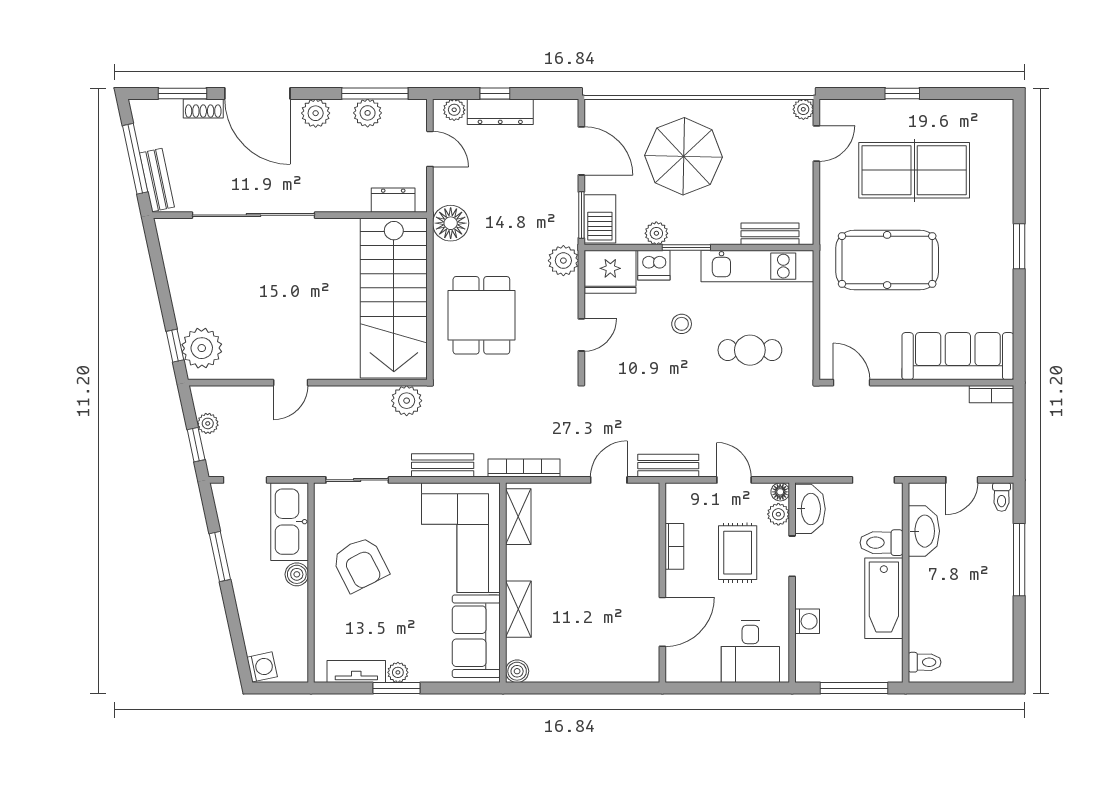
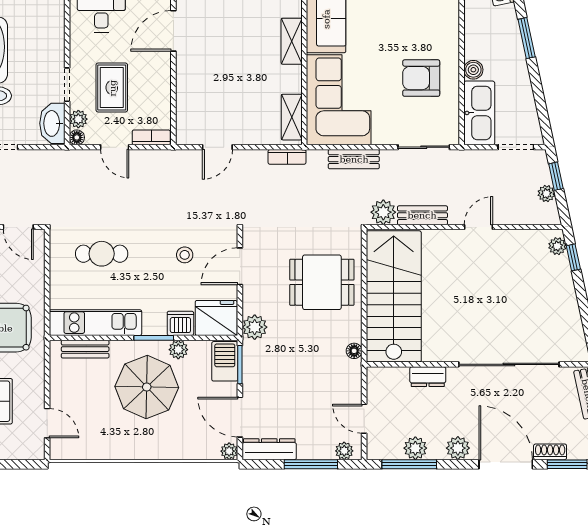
window: (495, 93) -> (311, 464), width x2.17
plant: (803, 109) -> (229, 451), moved
dresser: (500, 112) -> (269, 449), moved
door: (816, 144) -> (47, 423), swing flipped
parasol: (684, 156) -> (147, 387), moved
dresser: (393, 200) -> (428, 377), moved
floor lamp: (451, 223) -> (354, 351), width x0.53, depth x0.53
dining table: (481, 315) -> (322, 282), turned 90
stool: (682, 324) -> (185, 255), moved
door: (581, 335) -> (240, 266), width x1.38
plant: (202, 348) -> (557, 246), width x0.53, depth x0.53
bench: (668, 466) -> (422, 215), moved
bookcase: (524, 468) -> (287, 157), width x0.64
bookcase: (674, 546) -> (151, 137), moved, turned 90
window: (220, 557) -> (527, 38), moved
armchair: (360, 564) -> (421, 78), turned -63
washing machine: (807, 621) -> (55, 31), removed

